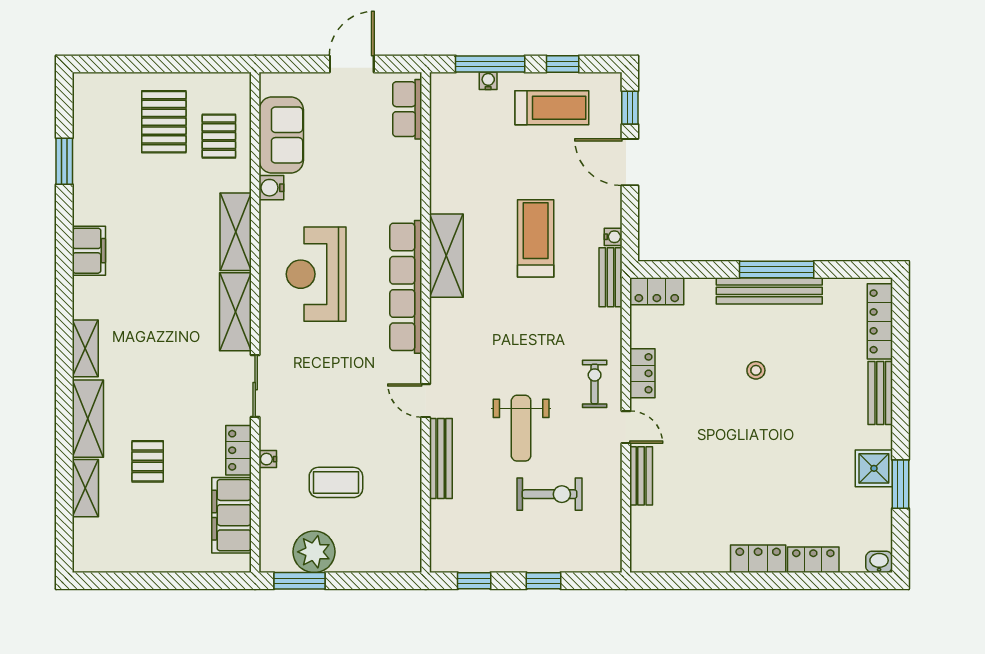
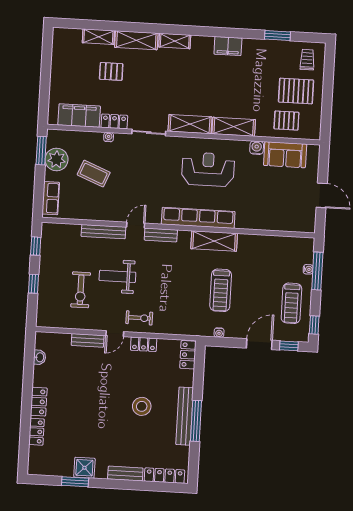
window: (563, 64) -> (314, 325), moved
trolley: (105, 105) -> (307, 60), added
row of seats: (407, 109) -> (51, 198), moved, turned 90
treadmill: (536, 238) -> (221, 290), turned 90
bench: (610, 277) -> (161, 235), moved
stool: (756, 370) -> (142, 406), width x1.89, depth x1.89
coffee table: (336, 482) -> (94, 174), turned -68
washbasin: (879, 562) -> (40, 357), moved

